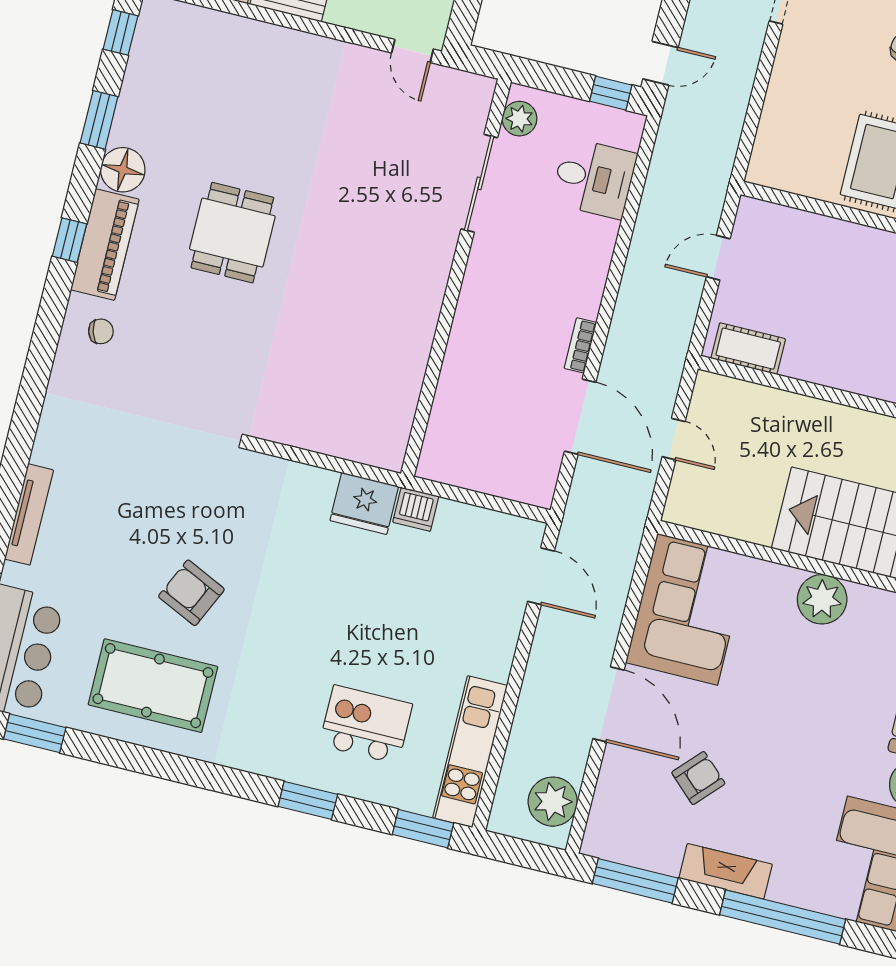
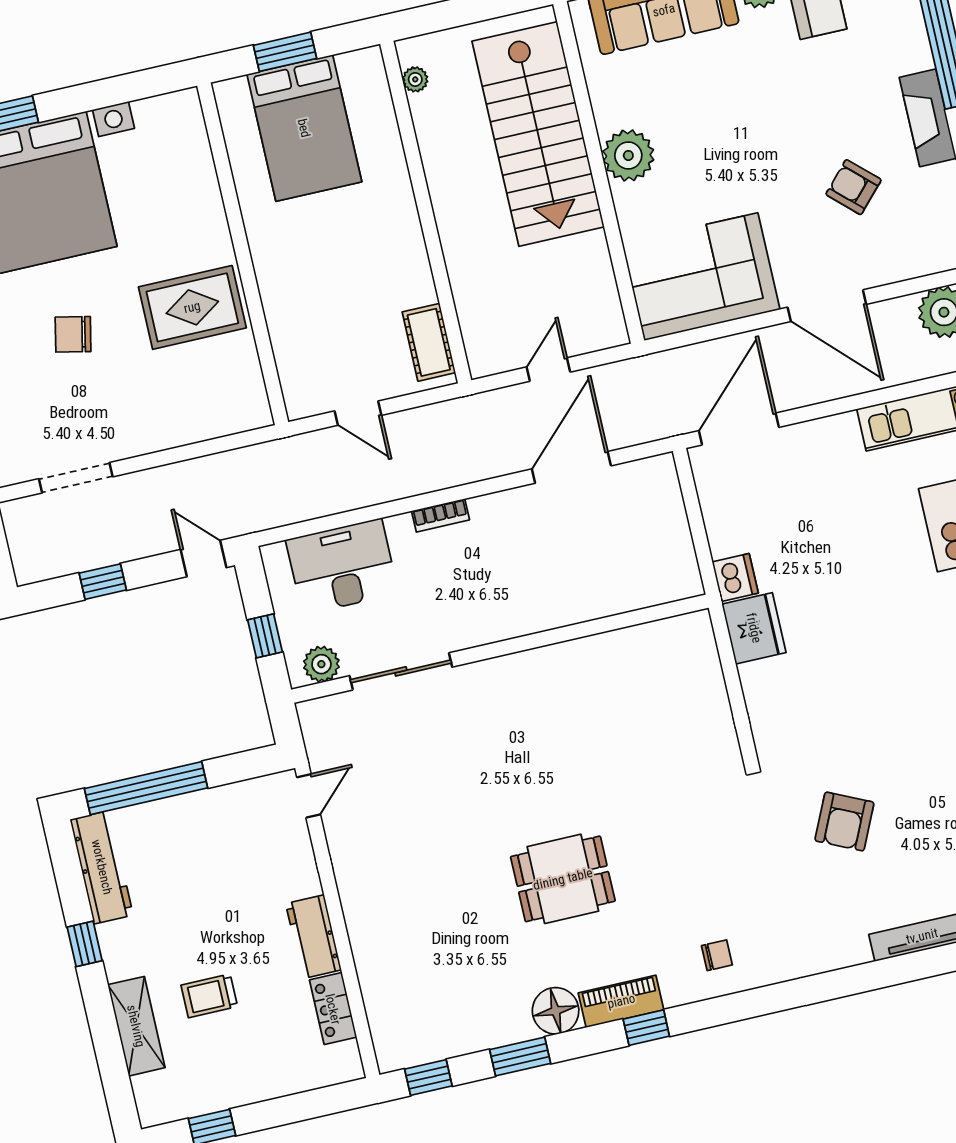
window: (611, 93) -> (265, 636), moved
desk: (594, 178) -> (342, 567), width x1.37
piano: (105, 245) -> (621, 1001), width x0.73, depth x0.75
chair: (101, 331) -> (717, 955), turned 107
bookcase: (580, 345) -> (441, 515), moved
door: (541, 576) -> (739, 429), width x1.36
armchair: (191, 593) -> (844, 822), moved
door: (608, 704) -> (827, 306), swing flipped

